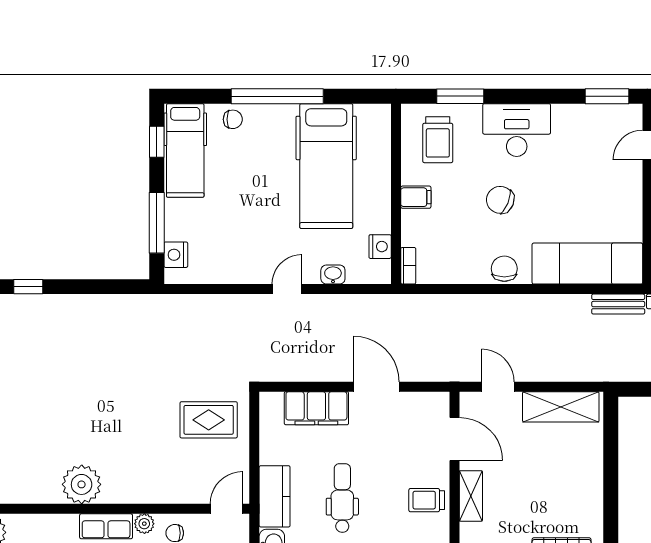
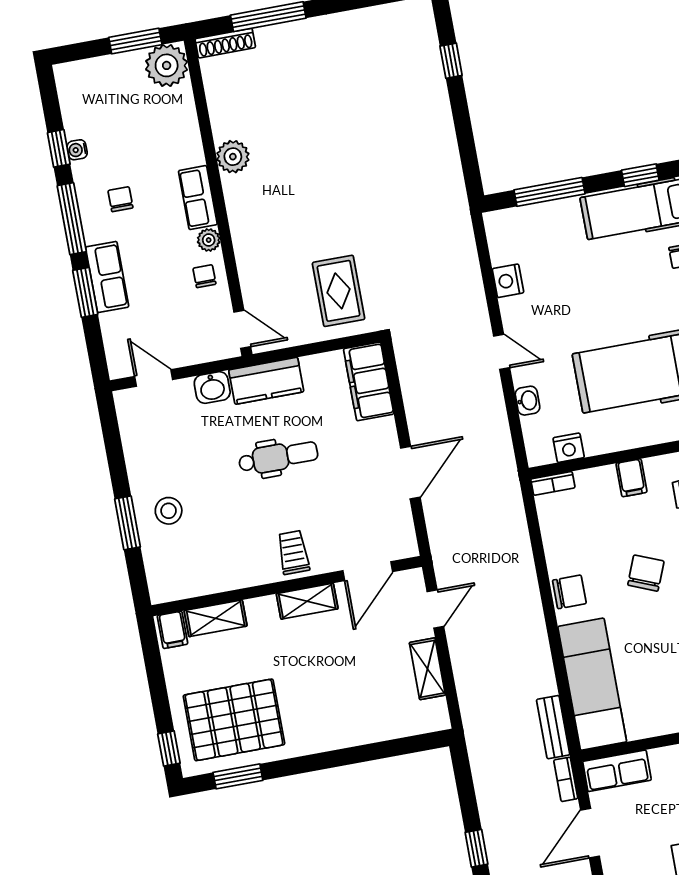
nightstand: (176, 255) -> (508, 281), moved, turned -90
shelving: (561, 407) -> (427, 669), width x0.67, depth x0.75
filing cabinet: (316, 408) -> (369, 381), moved
plant: (82, 484) -> (233, 157), width x0.73, depth x0.73

